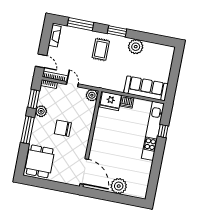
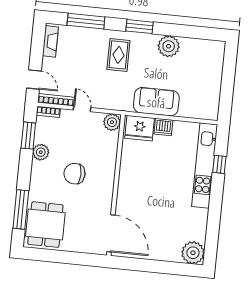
sofa: (146, 88) -> (156, 102), moved, width x0.73
window: (28, 130) -> (21, 209), moved
plant: (119, 186) -> (193, 253), moved

